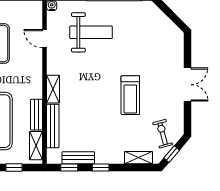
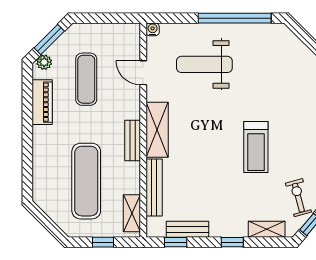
weight bench: (91, 32) -> (204, 64), turned 180
shelving: (53, 89) -> (157, 130), width x1.50, depth x1.33
bench: (36, 115) -> (133, 140), moved
window: (101, 168) -> (232, 242), moved

